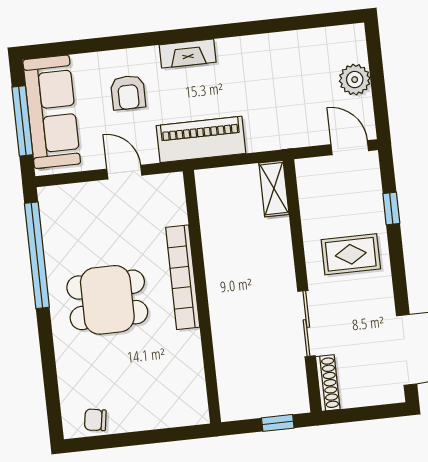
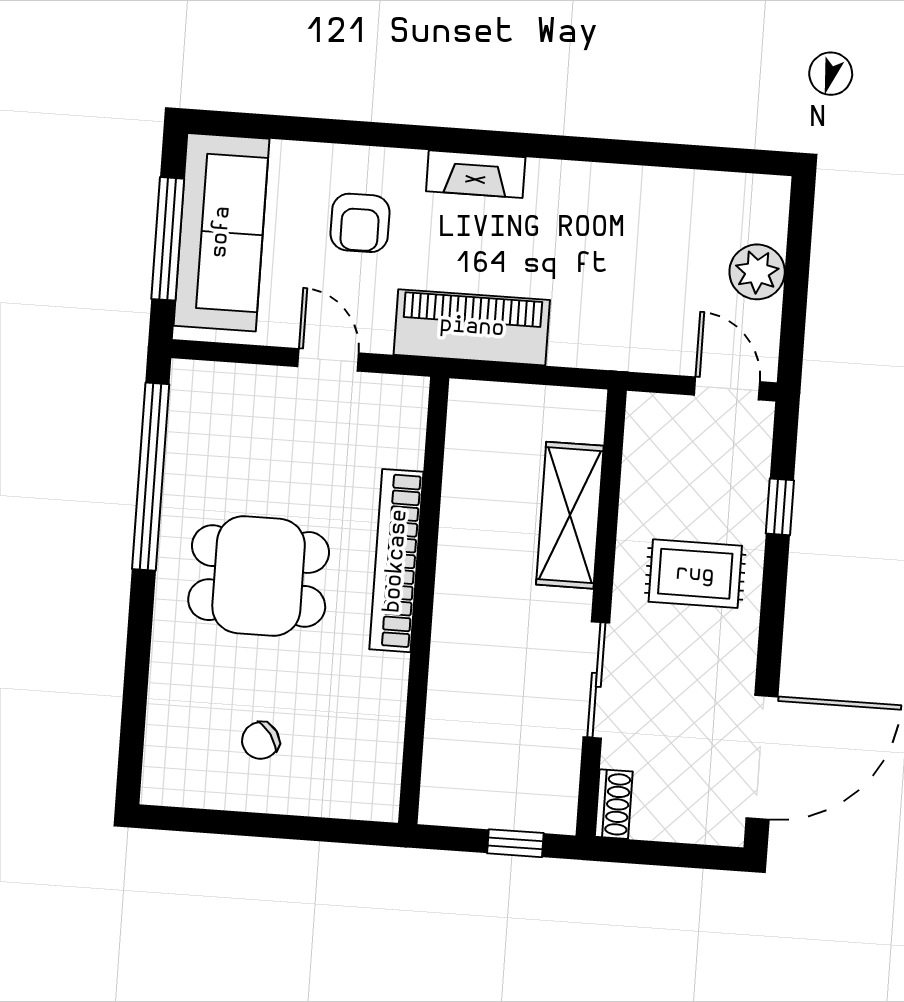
shelving: (274, 189) -> (570, 515), moved, width x1.50, depth x1.33
shoe rack: (328, 383) -> (614, 804), width x0.70
chair: (95, 420) -> (261, 741), moved, turned -44

